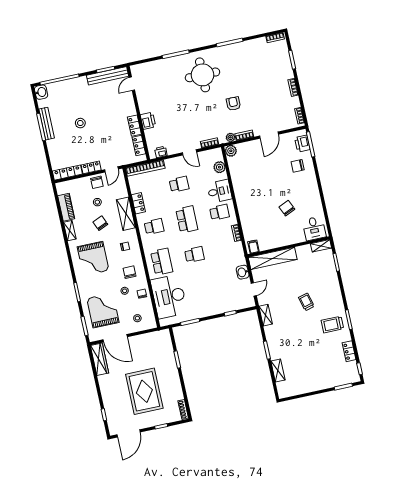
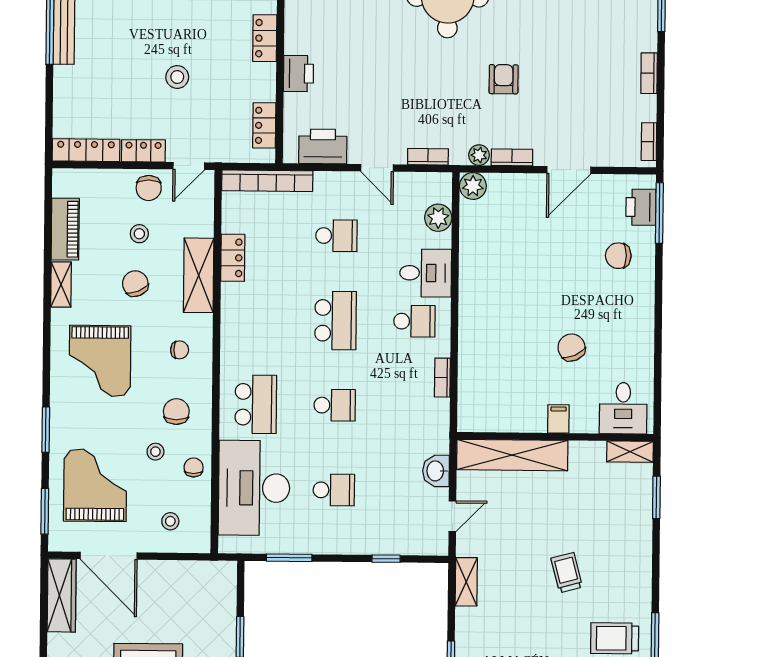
stool: (80, 123) -> (177, 77), moved
locker: (134, 126) -> (265, 38), moved
printer: (161, 152) -> (323, 147), width x1.87, depth x1.48
school desk: (154, 227) -> (334, 490), moved
filing cabinet: (253, 247) -> (558, 419), moved

